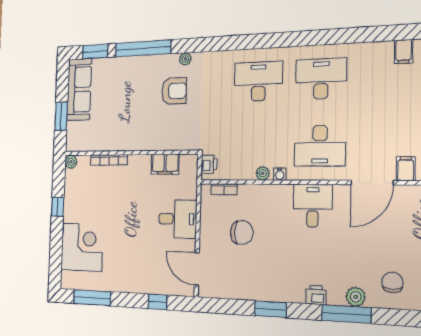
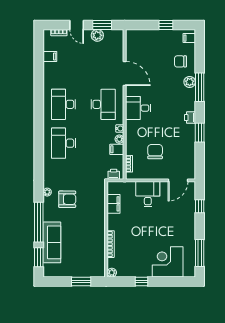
sofa: (79, 89) -> (52, 242), moved, turned 90
armchair: (174, 91) -> (67, 199), turned 90
filing cabinet: (406, 169) -> (117, 149), moved
printer: (316, 295) -> (190, 118), moved

